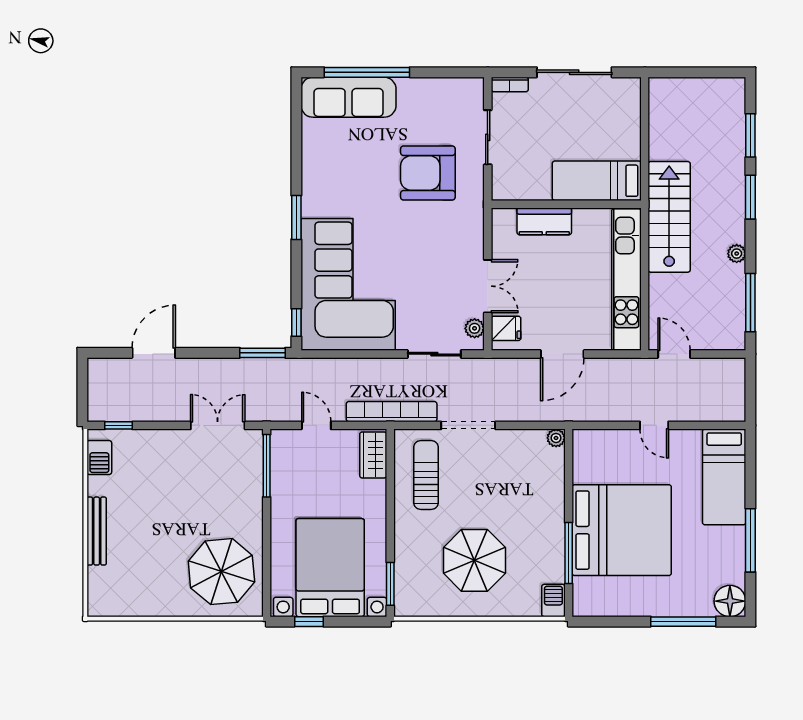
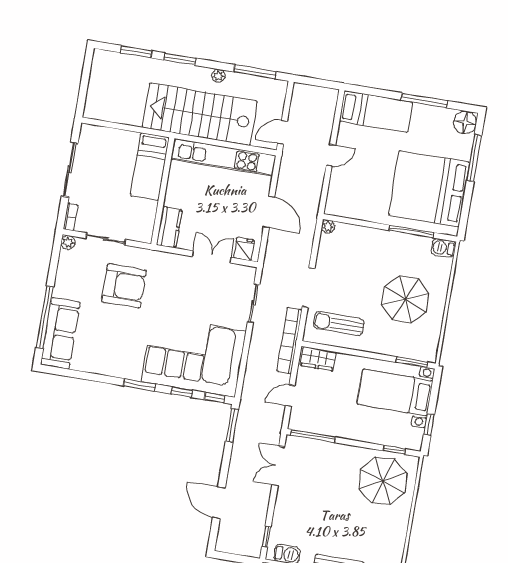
armchair: (428, 173) -> (124, 286), turned -90
stairs: (669, 217) -> (200, 114), width x1.36, depth x1.51
kitchen counter: (544, 221) -> (169, 227), moved
window: (296, 277) -> (182, 392), added
plant: (475, 328) -> (68, 242), moved
bed: (622, 530) -> (429, 189), moved, turned -90
bed with nightstands: (330, 568) -> (395, 392), width x0.73
window: (267, 580) -> (394, 450), added

